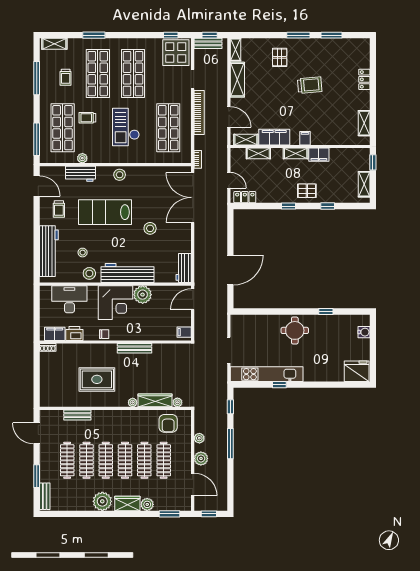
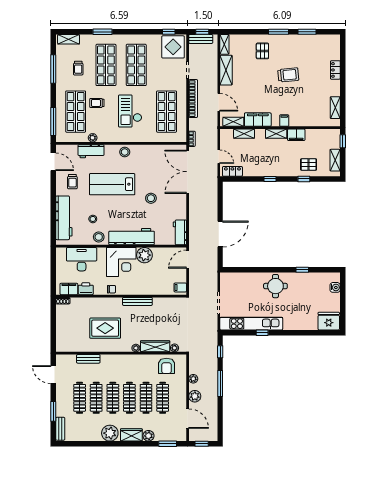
pallet: (307, 191) -> (309, 165), moved

